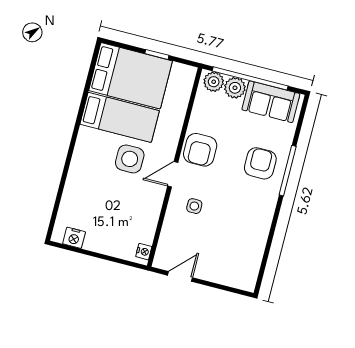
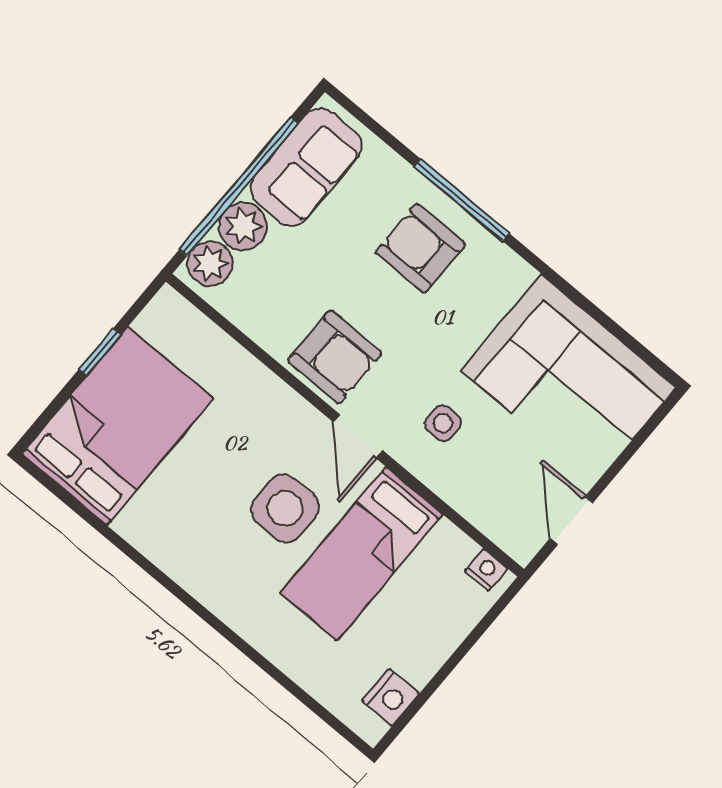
bed: (120, 117) -> (361, 554), moved, turned 180
corner sofa: (236, 248) -> (568, 379), added

